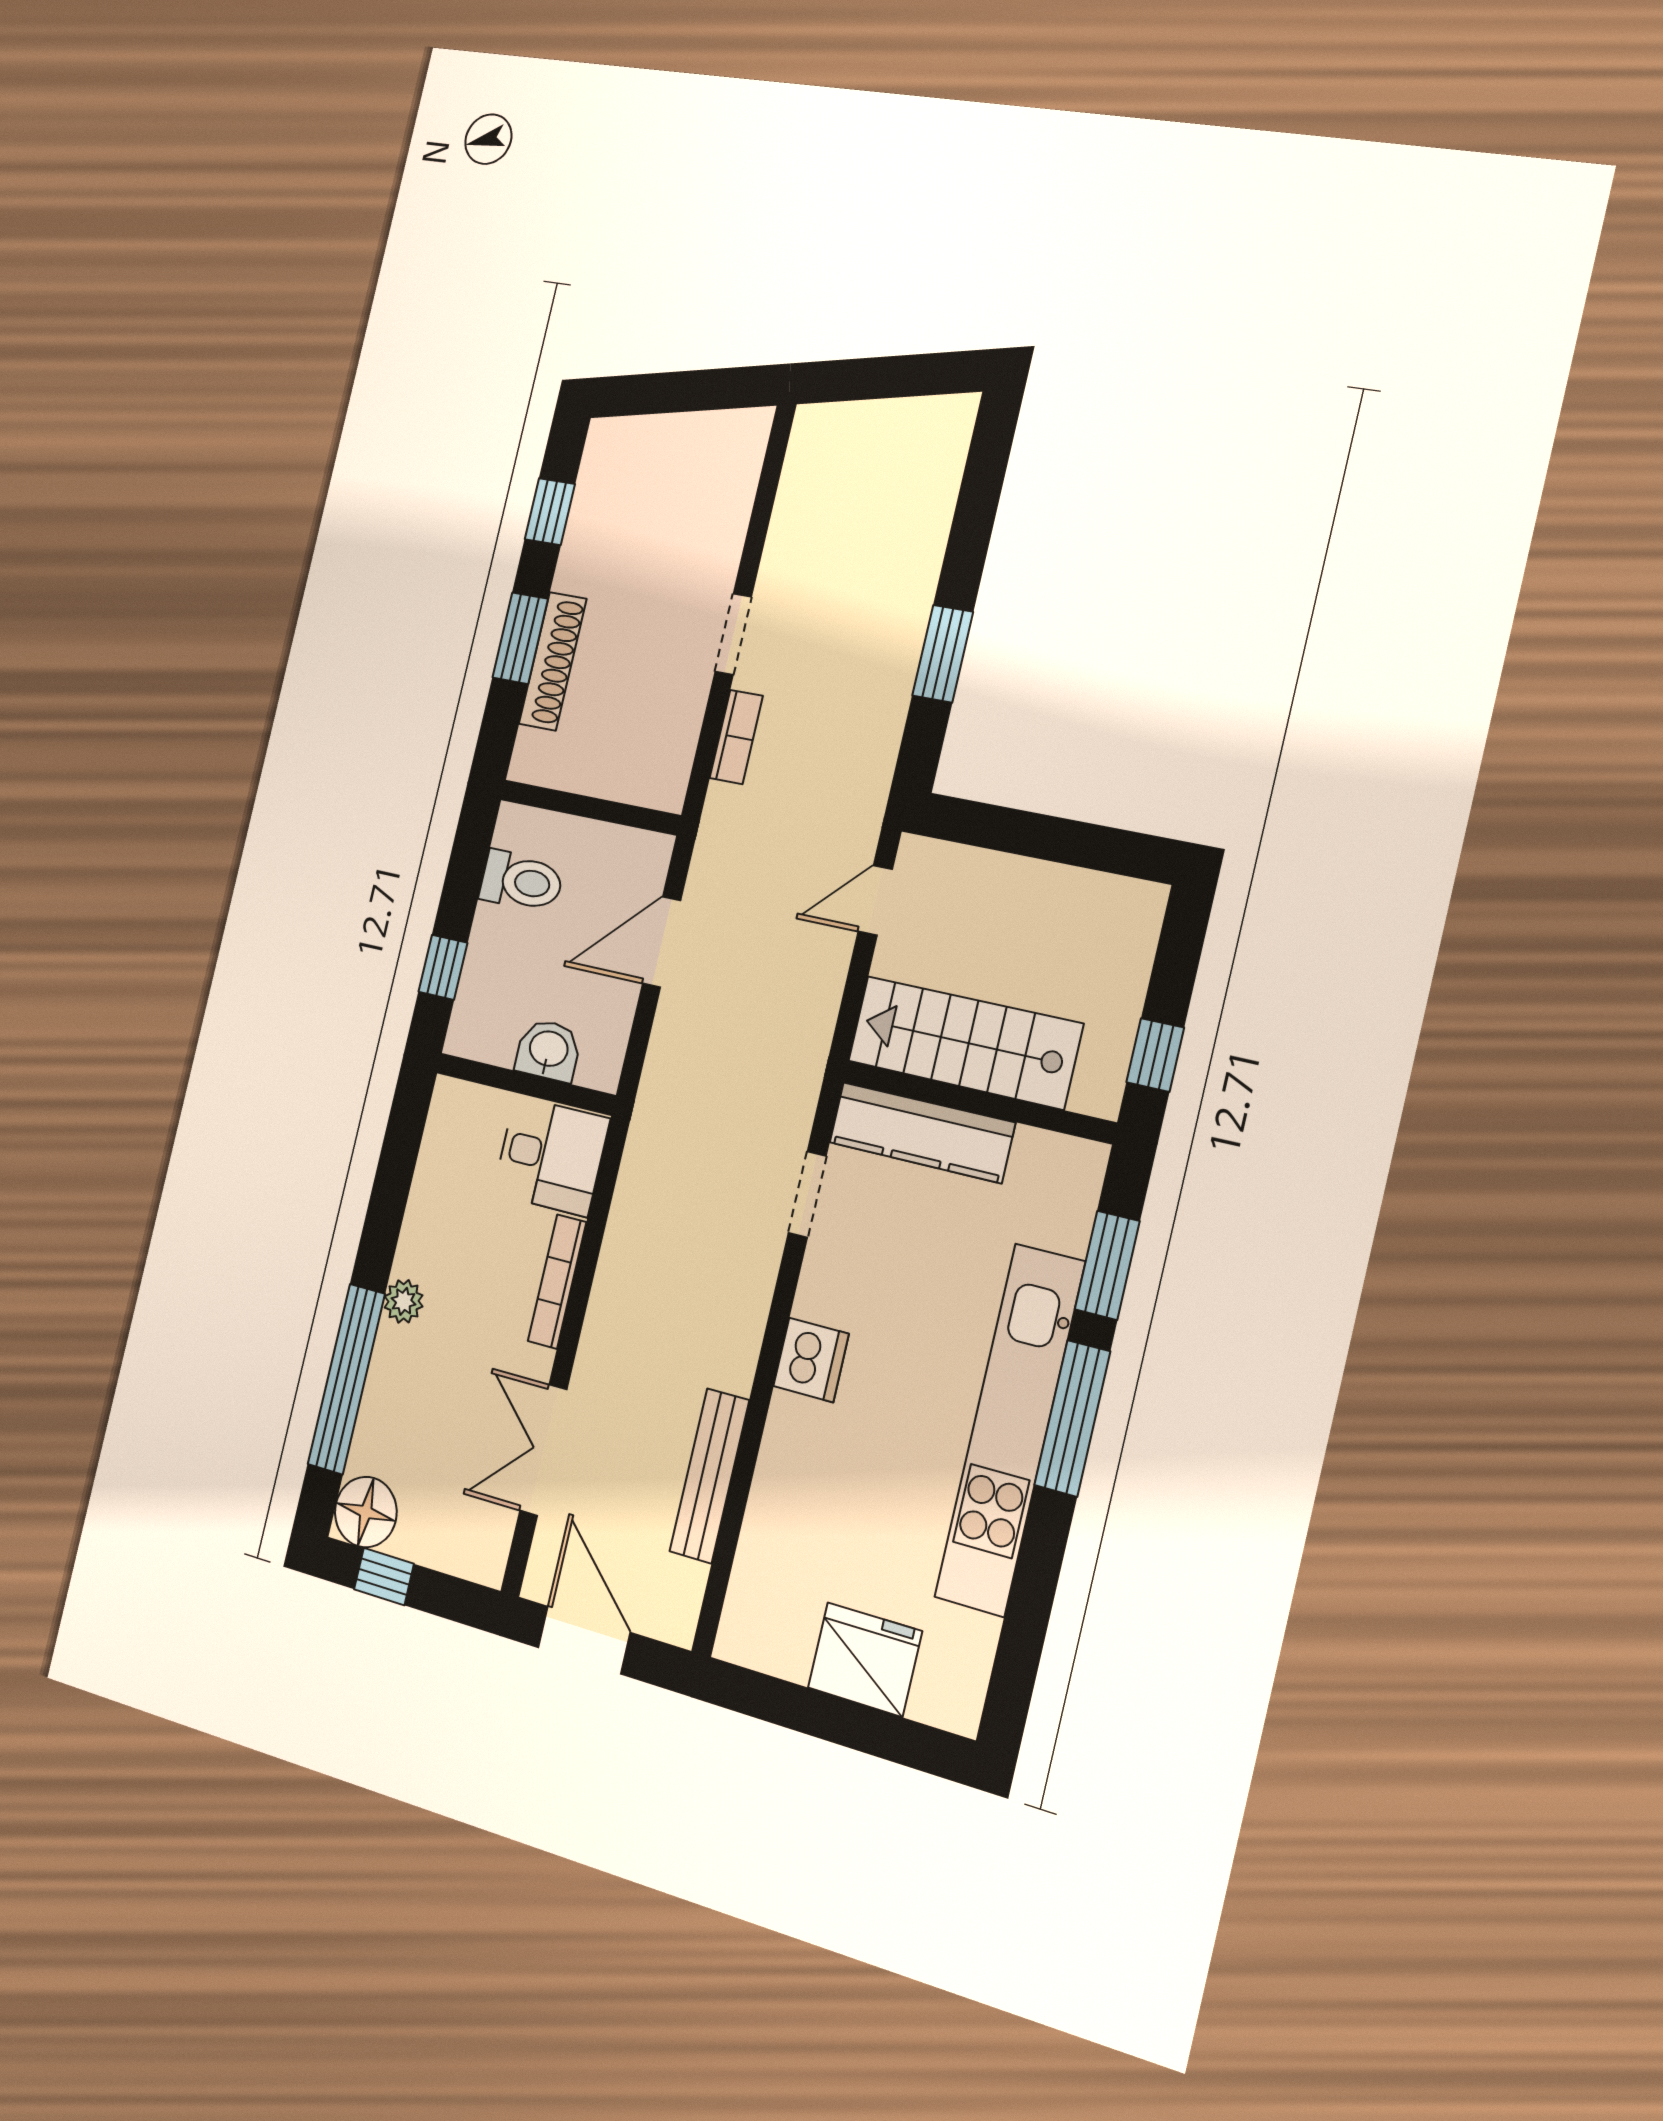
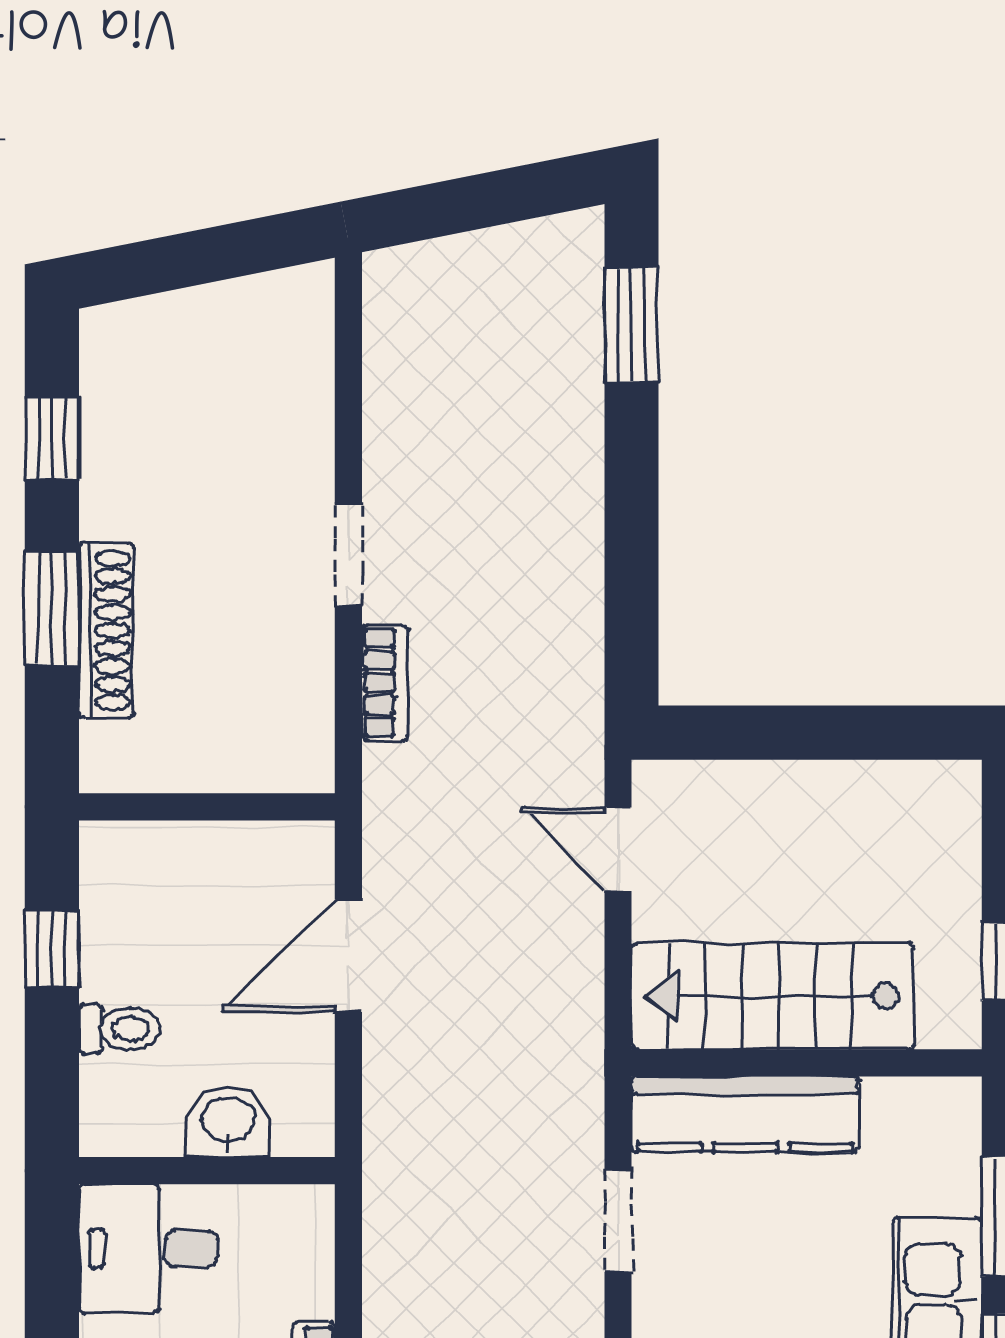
window: (943, 654) -> (631, 325), moved
toilet: (522, 881) -> (119, 1029), moved, width x0.73, depth x0.72
door: (875, 900) -> (618, 849), hinge flipped
window: (443, 967) -> (52, 949), moved
desk: (551, 1156) -> (148, 1249), moved, turned 180

